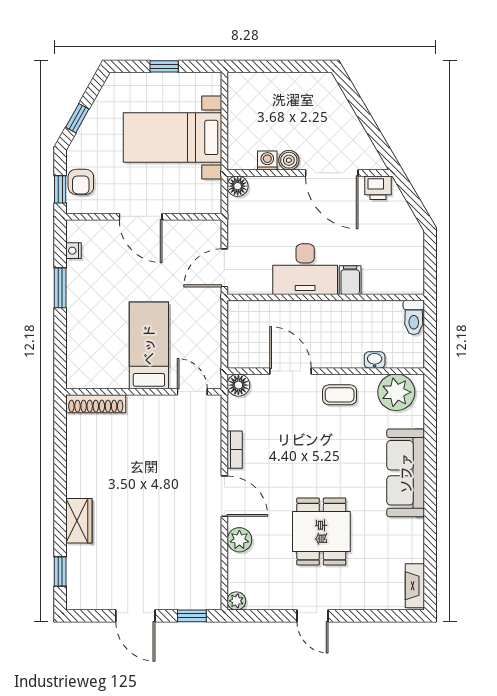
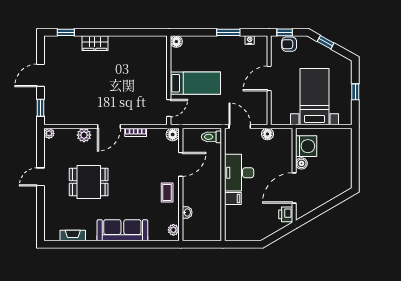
washing machine: (267, 161) -> (306, 146), width x1.89, depth x1.89
floor lamp: (238, 186) -> (267, 134), moved
toilet: (414, 317) -> (211, 137), moved
floor lamp: (76, 379) -> (176, 42), added
plant: (396, 392) -> (173, 230), width x0.53, depth x0.53
shoe rack: (96, 404) -> (162, 53), removed
fireplace: (415, 586) -> (73, 236), moved

